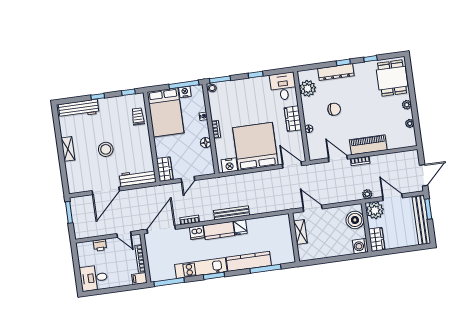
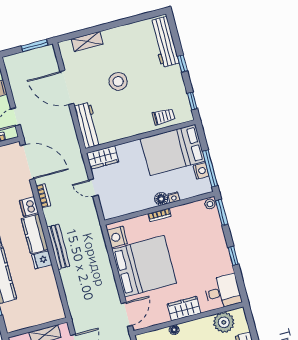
floor lamp: (206, 143) -> (161, 199), moved
shelving: (68, 149) -> (87, 41), moved

